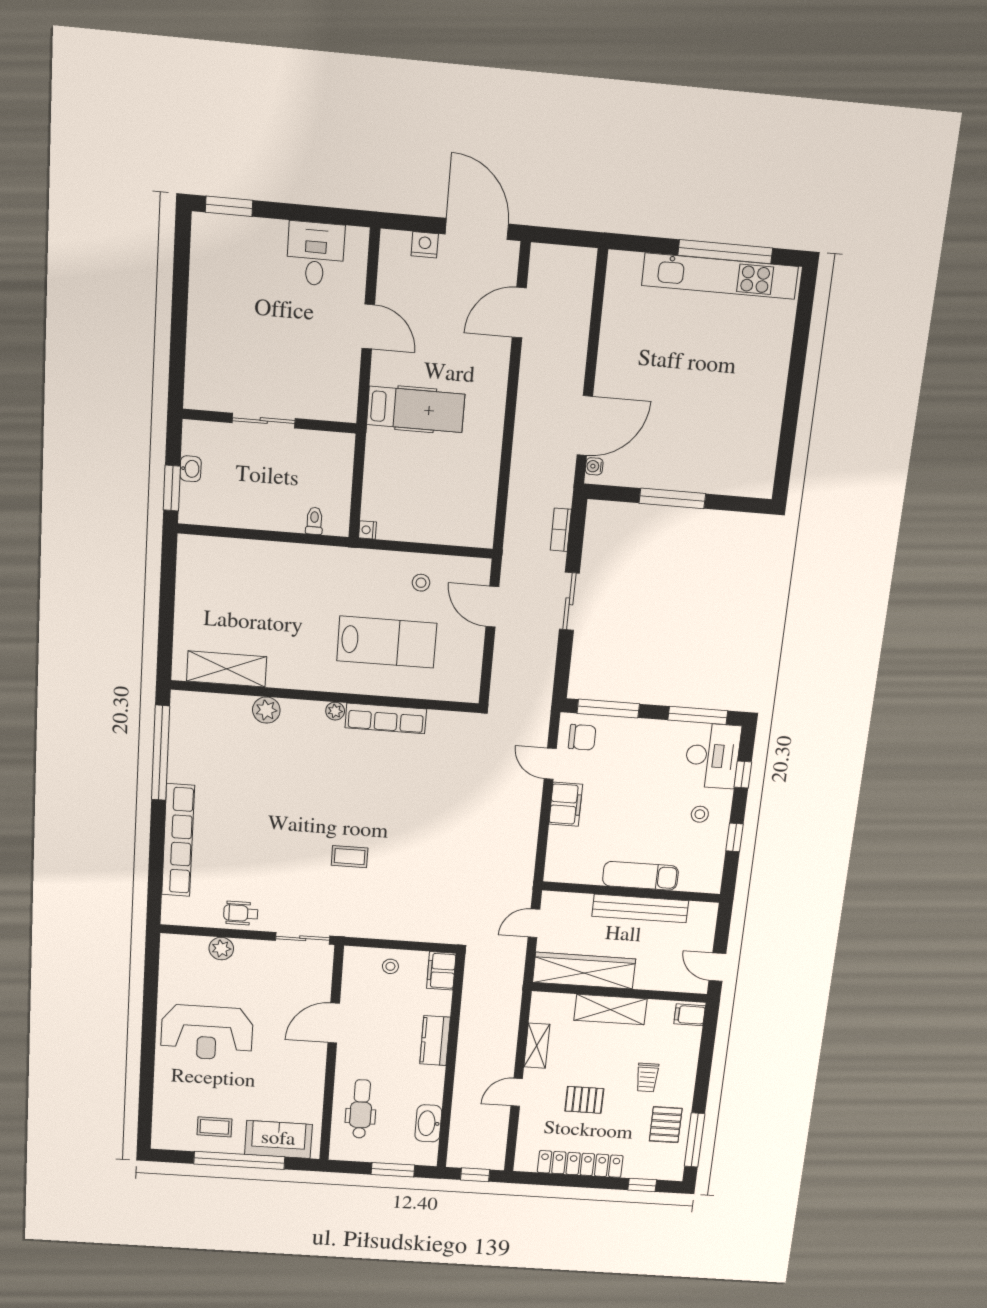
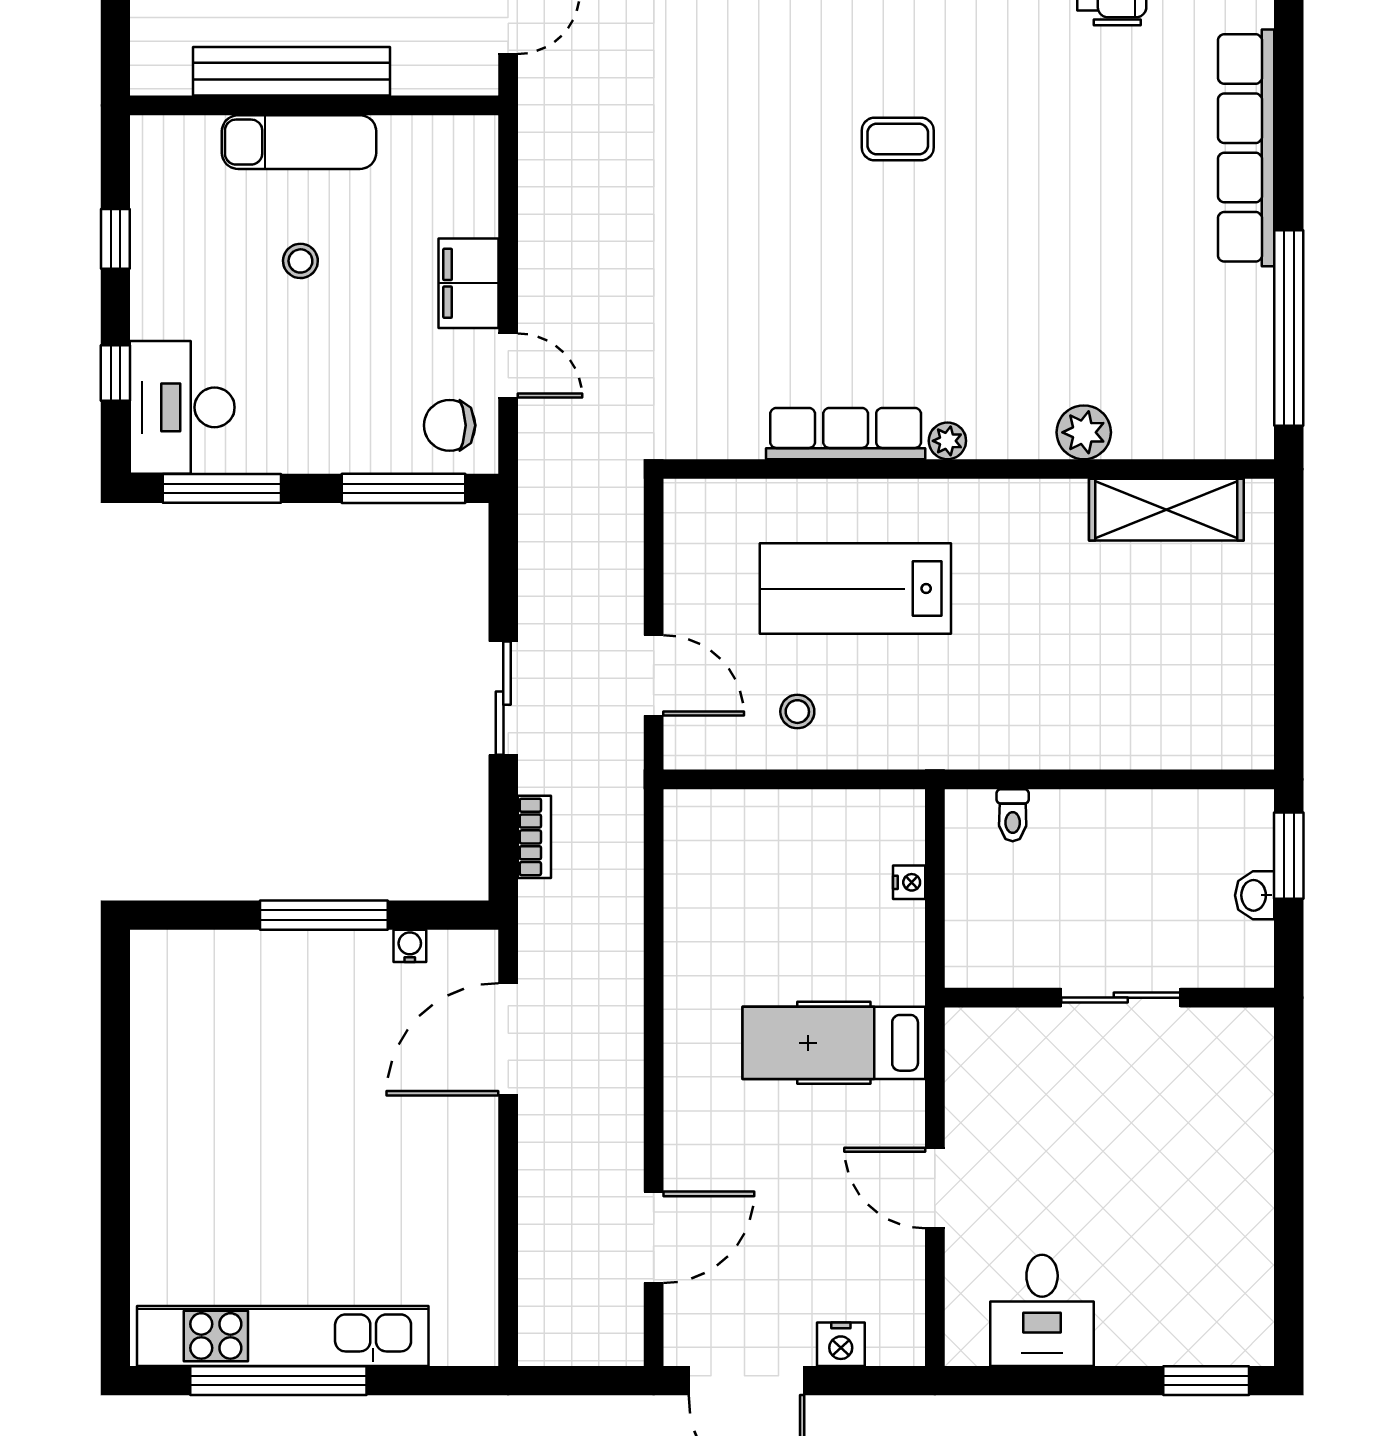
water cooler: (594, 466) -> (410, 946), moved, turned -90
nightstand: (367, 530) -> (909, 882), moved
stool: (700, 814) -> (300, 261), moved

